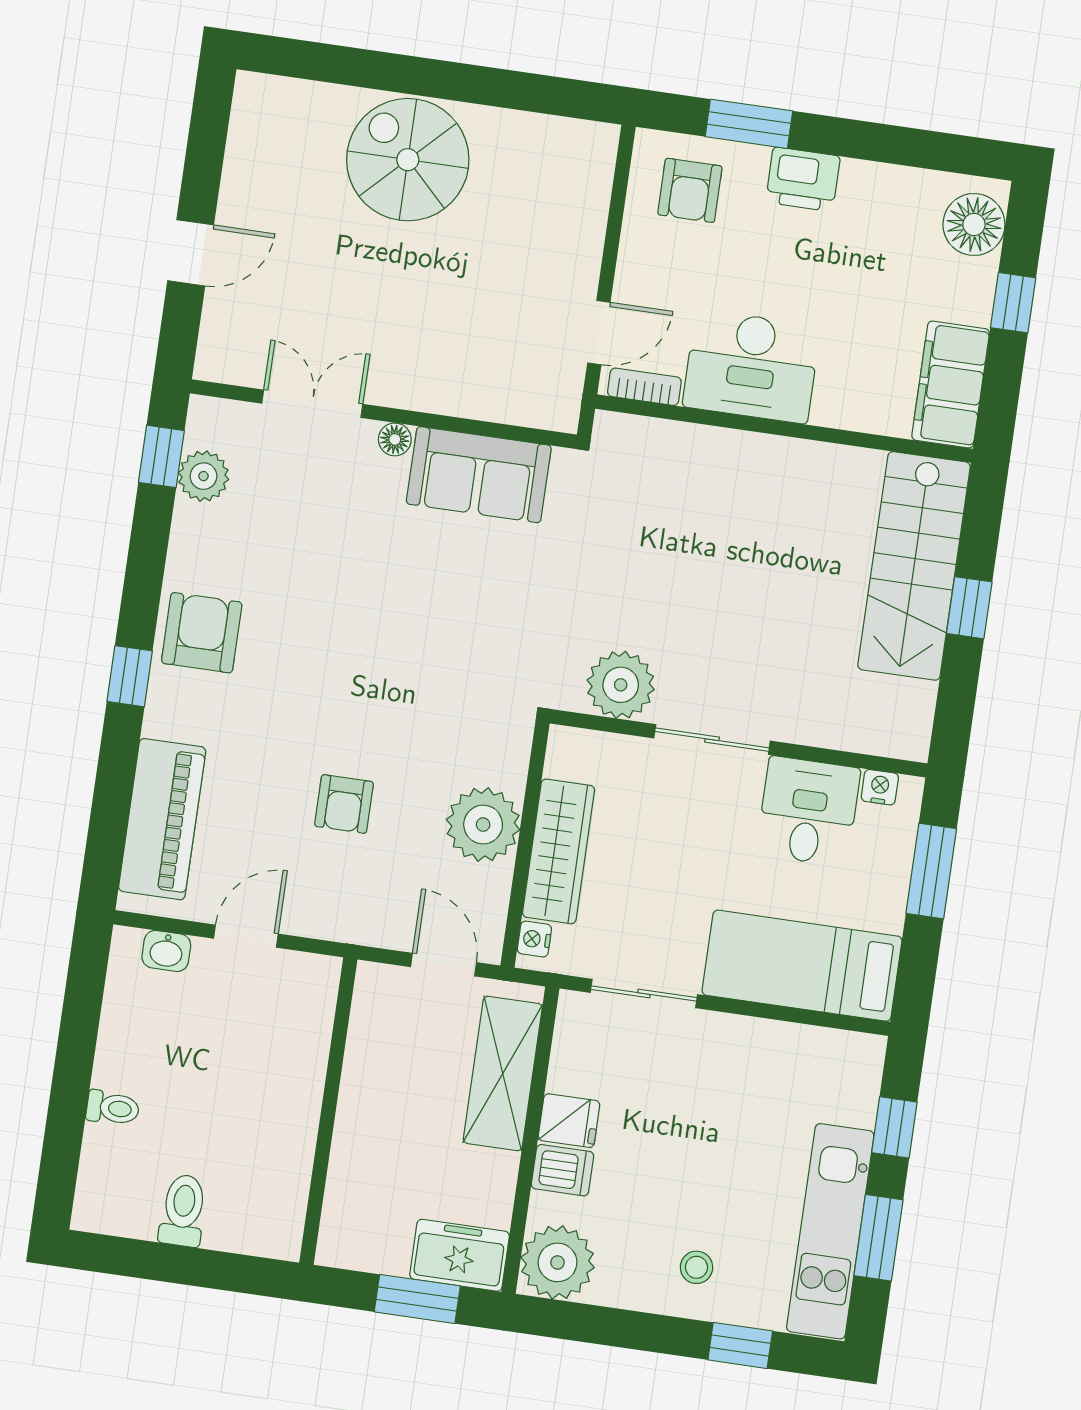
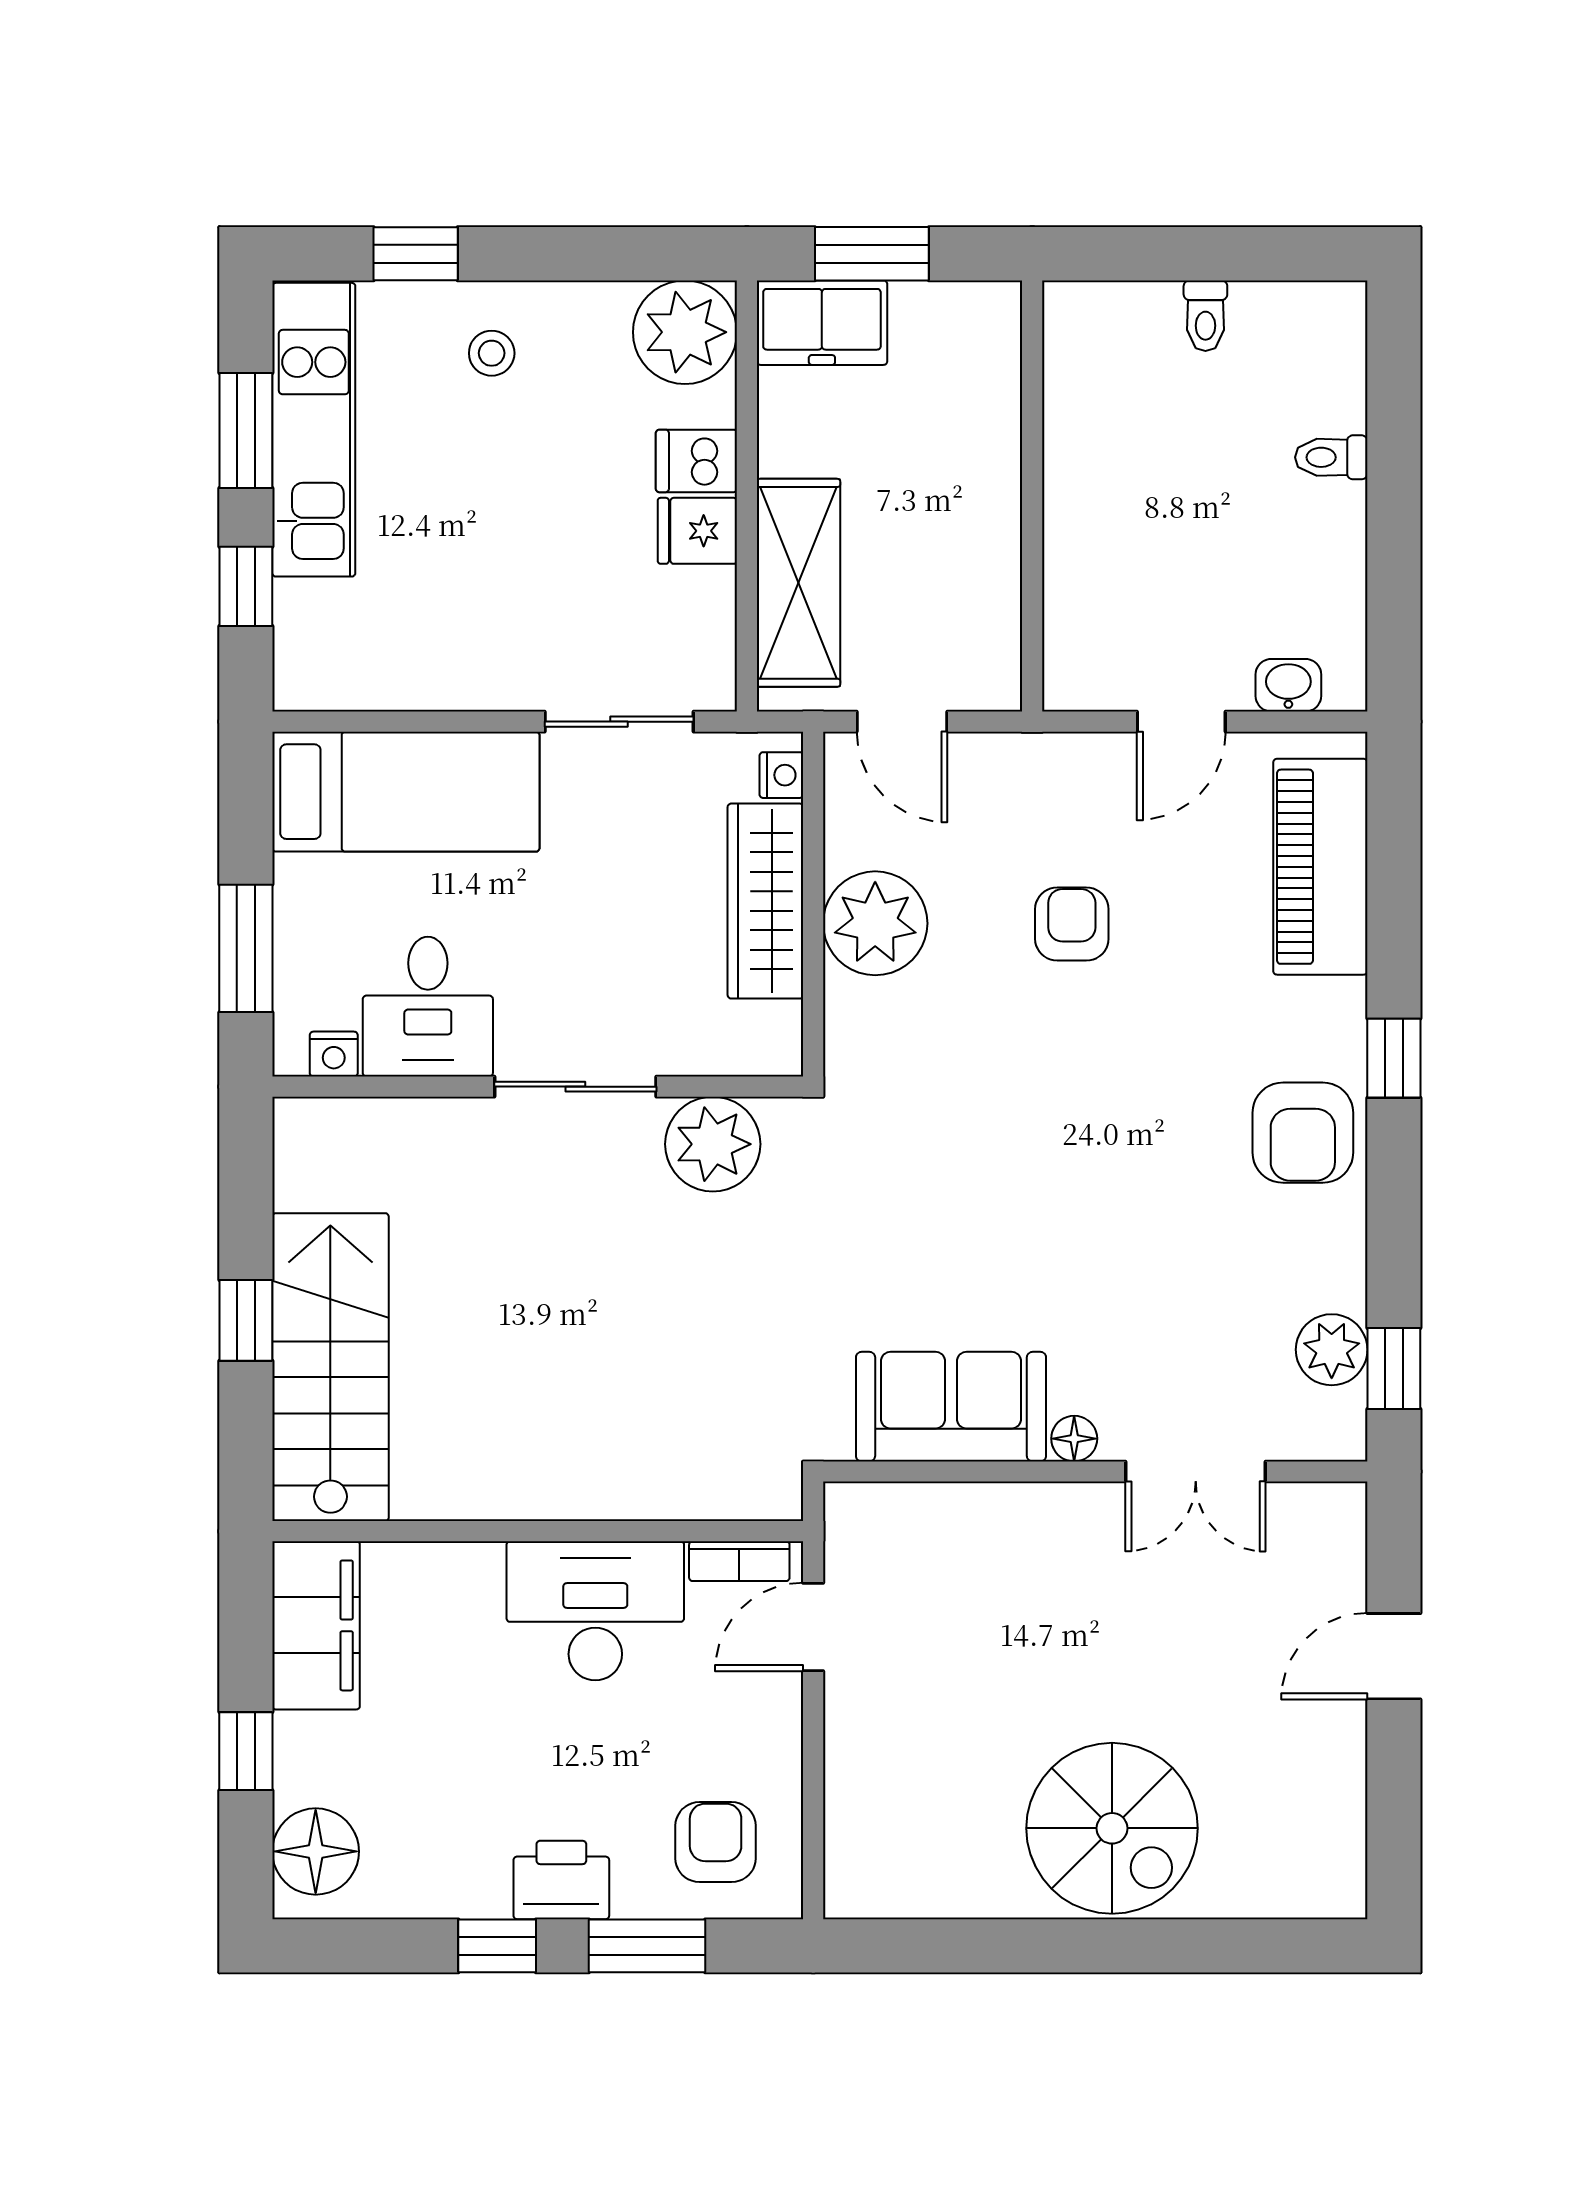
window: (855, 139) -> (497, 1946), added
toilet: (183, 1210) -> (1205, 316), width x0.73, depth x0.72

